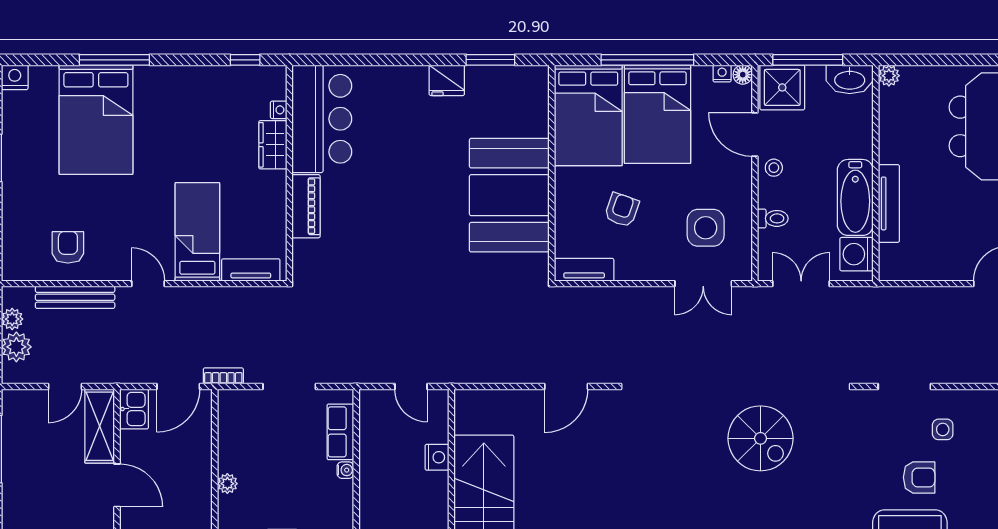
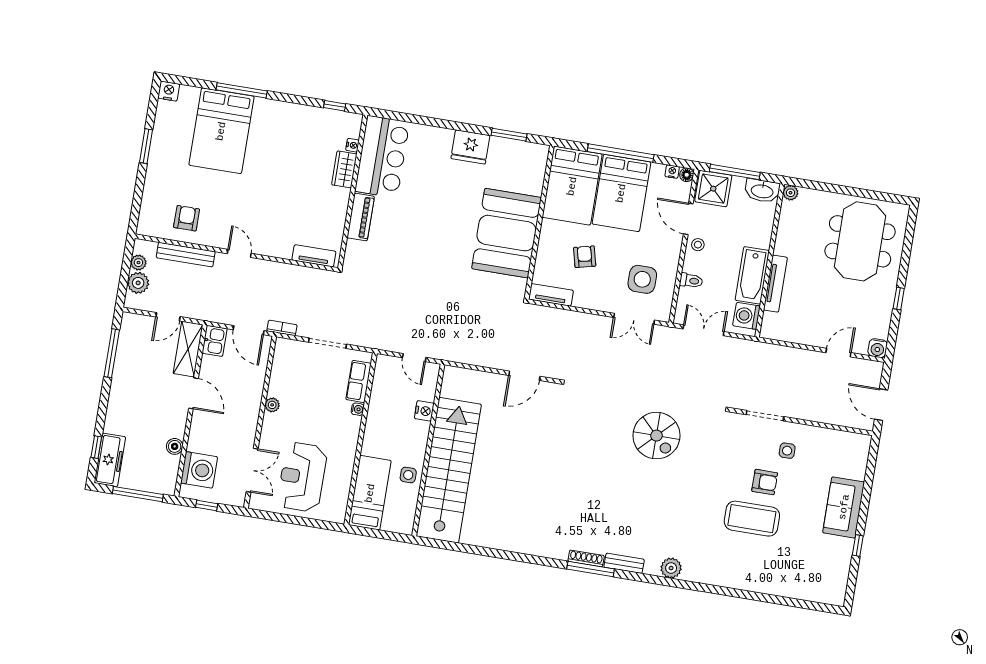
fridge: (447, 80) -> (470, 147), width x1.36, depth x1.34
armchair: (622, 210) -> (585, 257), turned -33
bed: (197, 232) -> (280, 222), removed
door: (178, 387) -> (249, 330), hinge flipped

